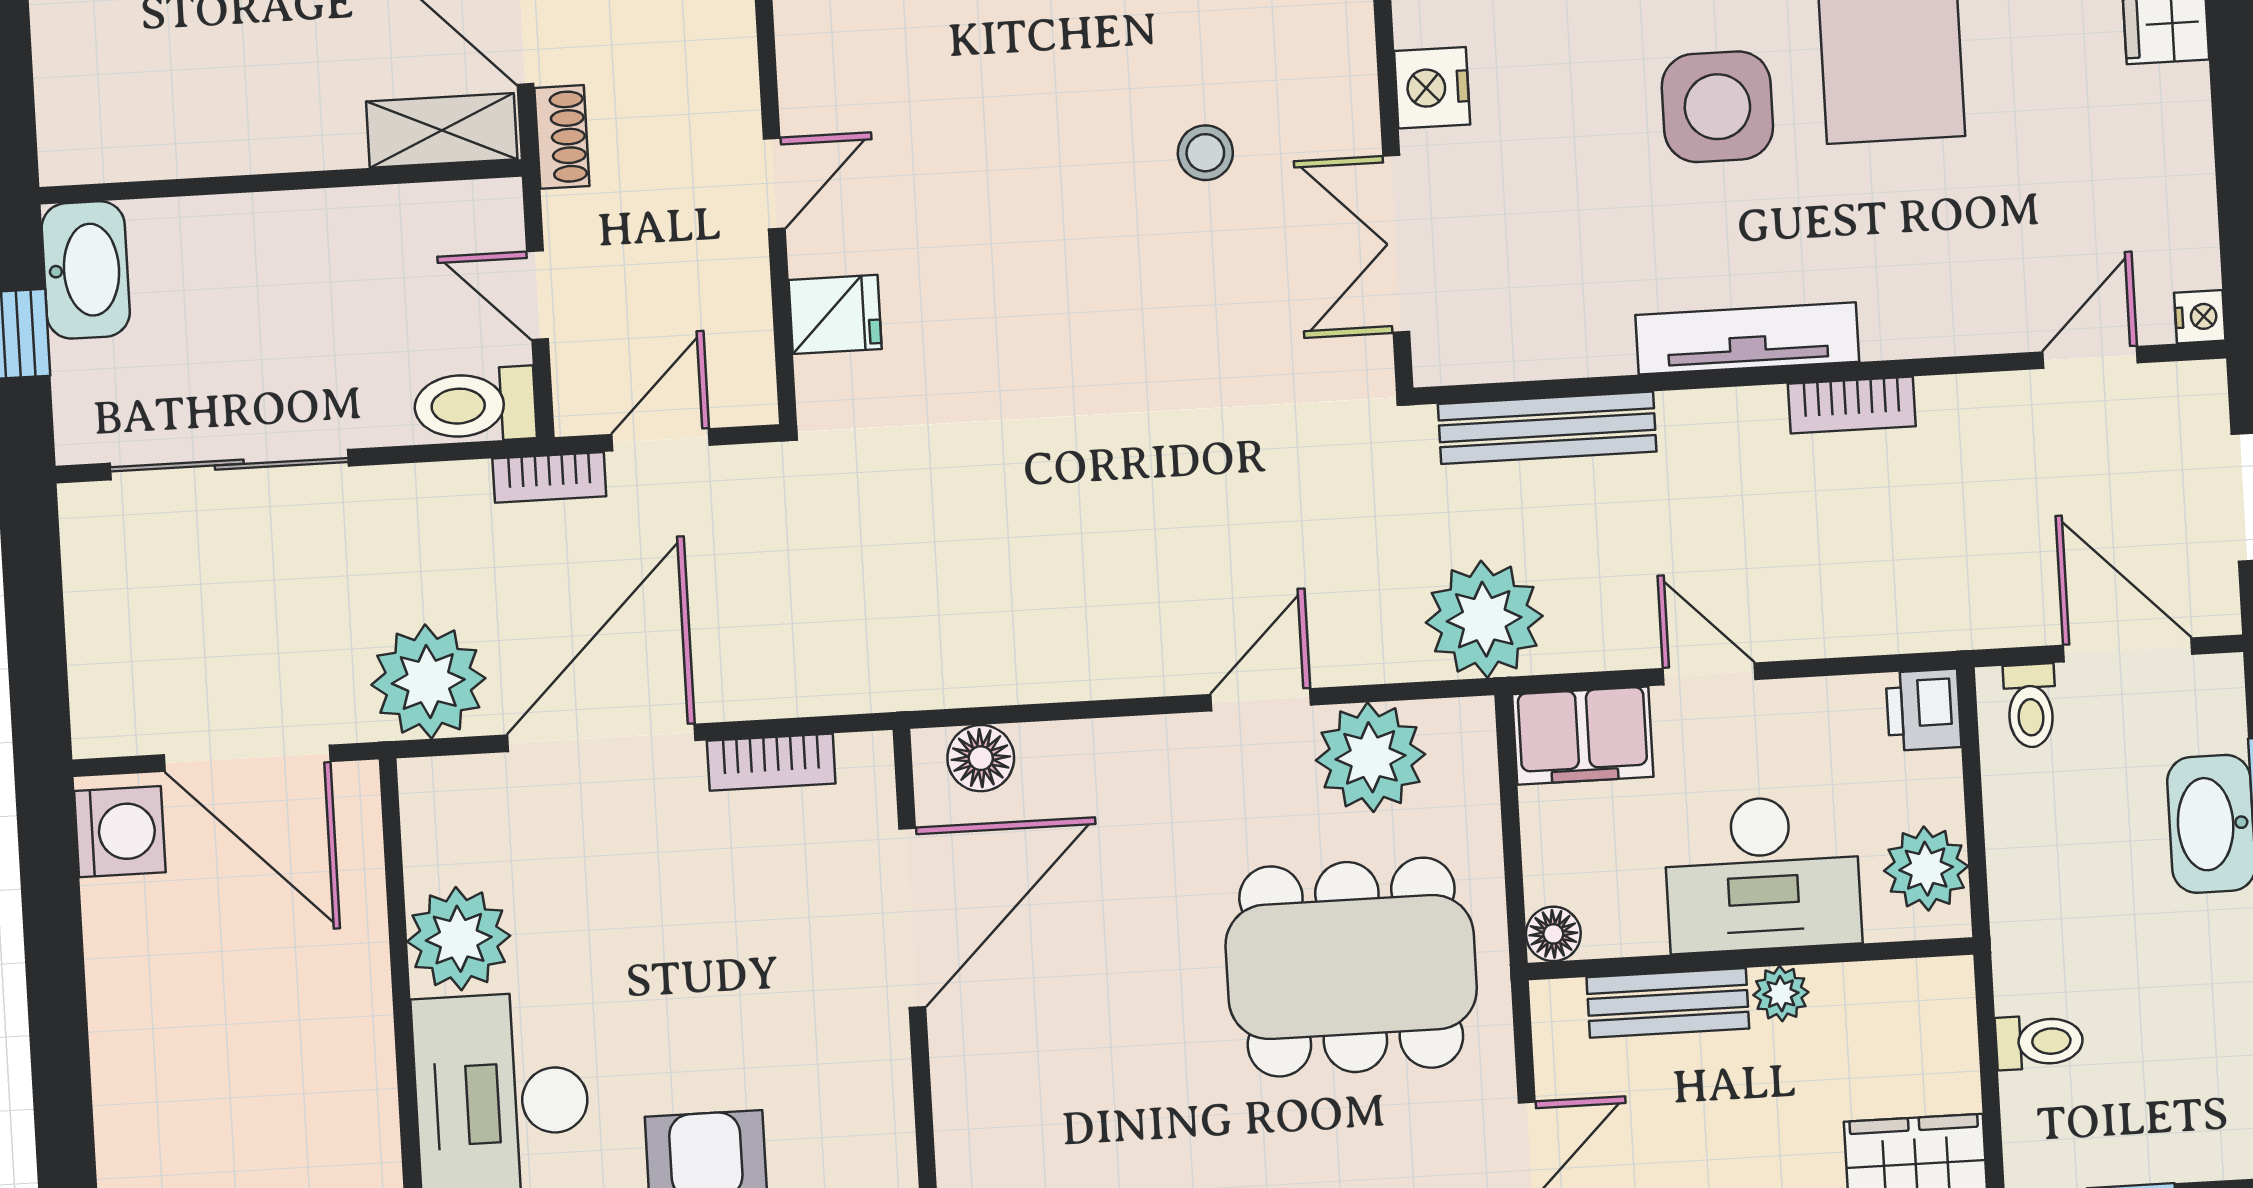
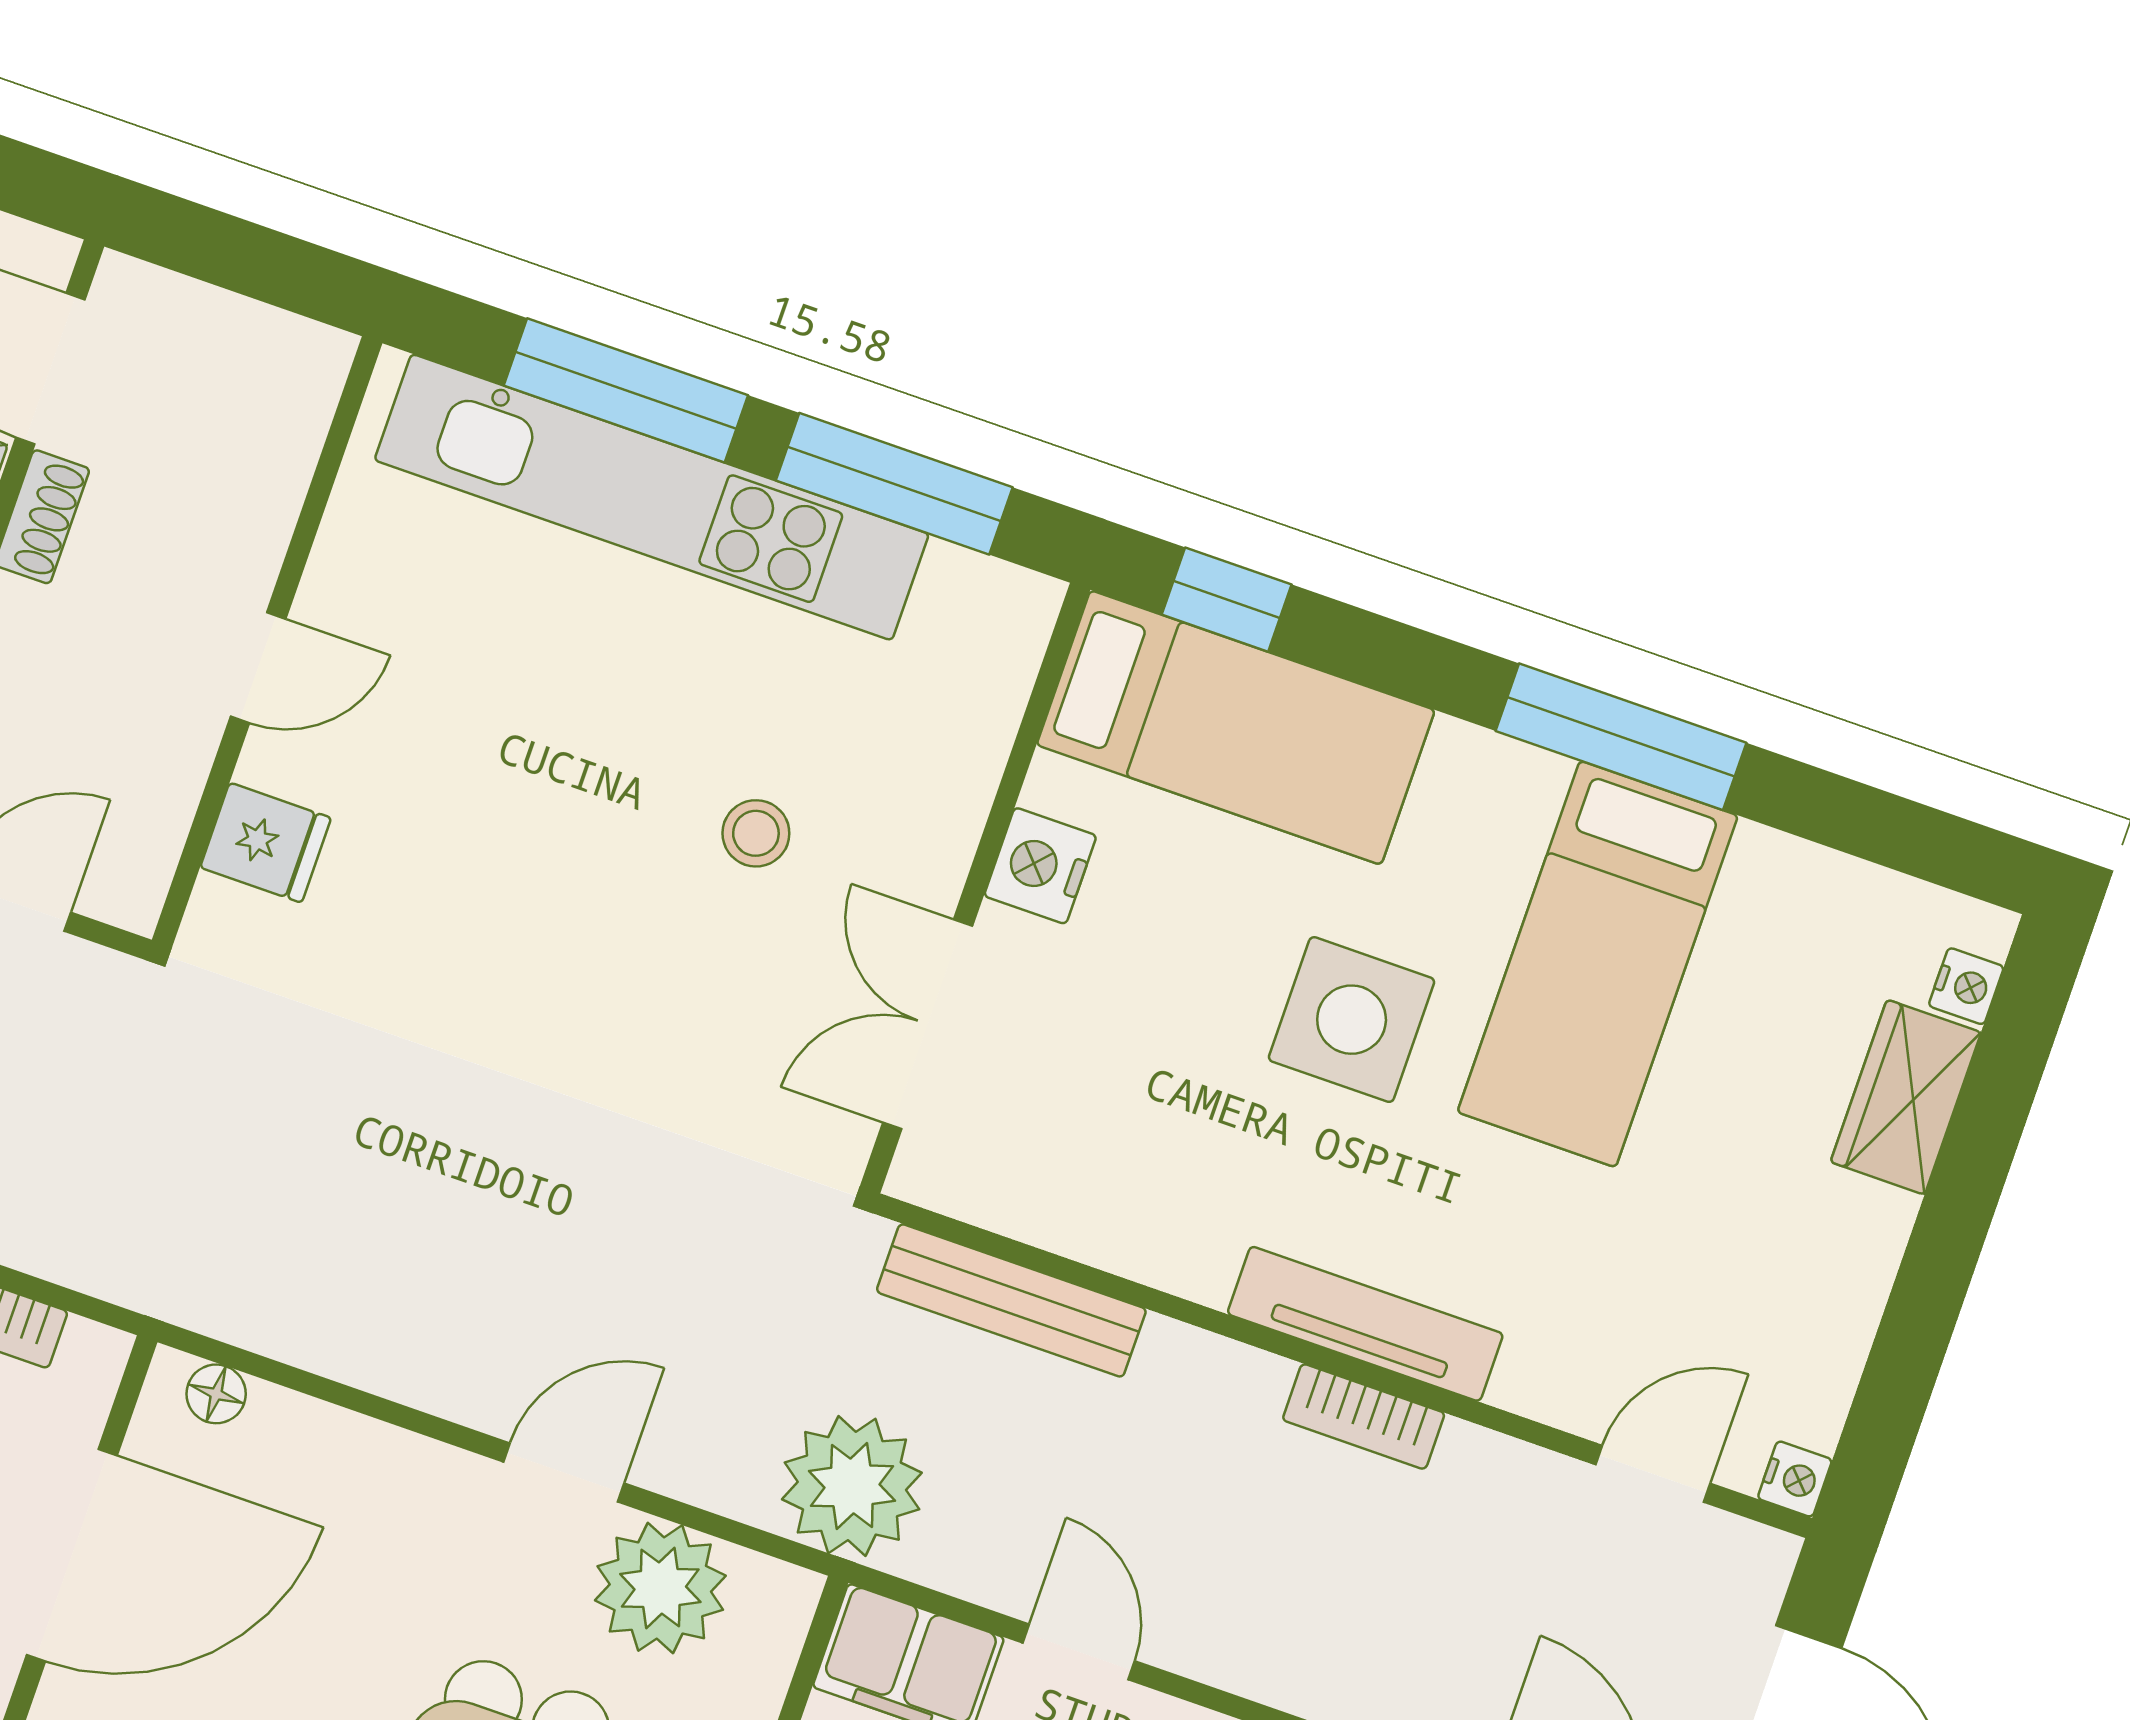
tv unit: (1747, 338) -> (1365, 1324), moved
floor lamp: (981, 758) -> (216, 1394), width x0.73, depth x0.73

